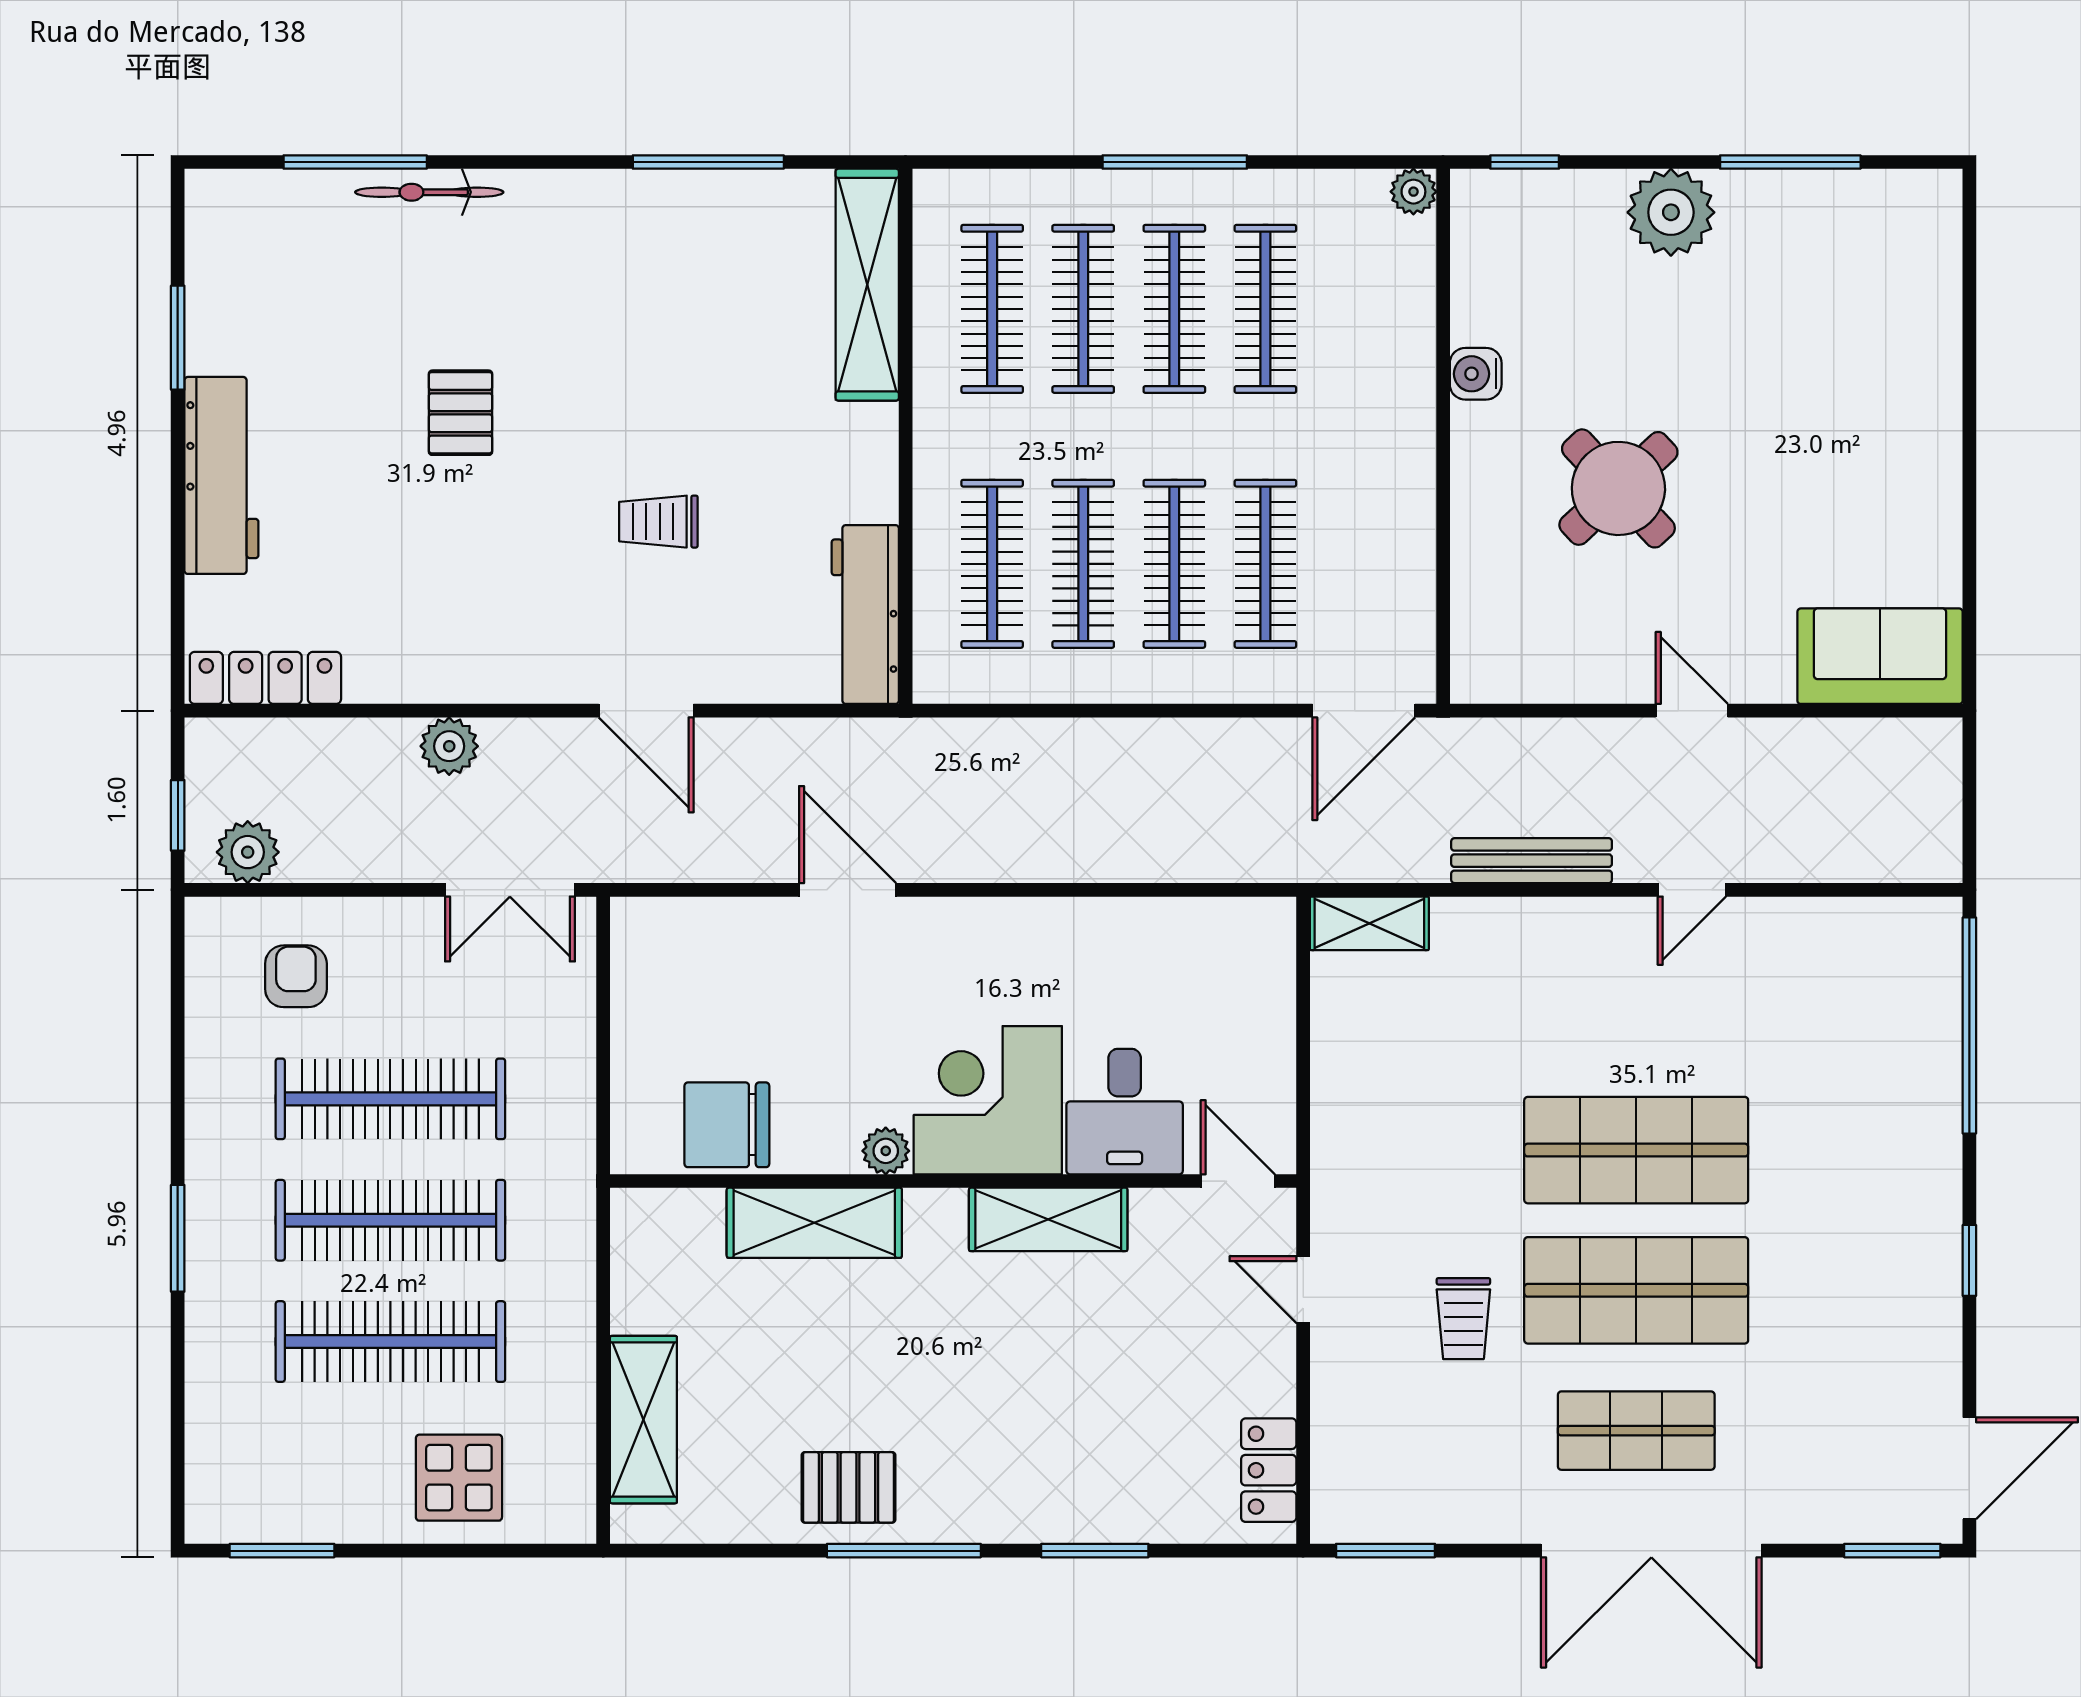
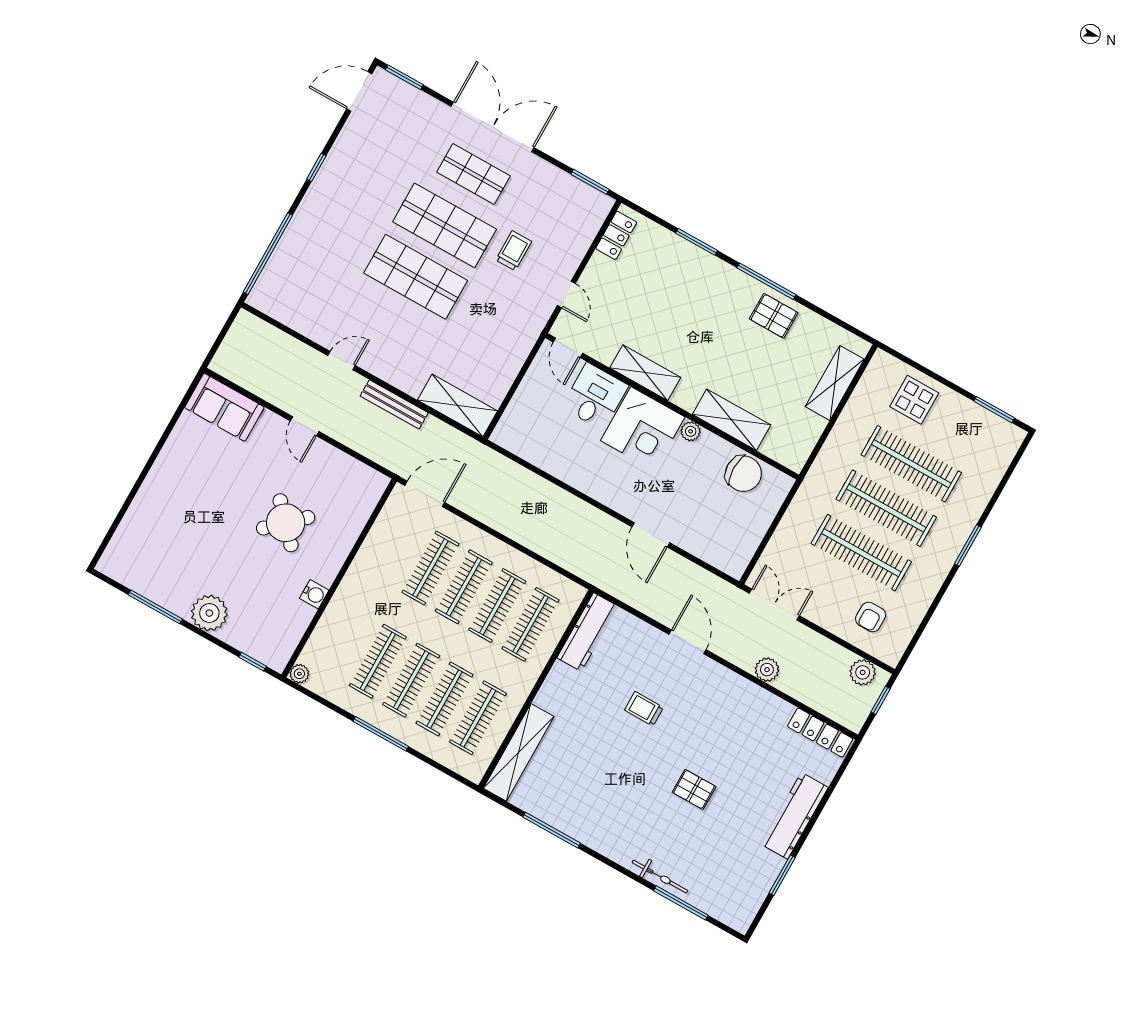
pallet: (461, 413) -> (694, 789), turned 90
trolley: (658, 522) -> (644, 709), turned 180
shelving: (1369, 923) -> (457, 405), width x1.50, depth x1.33

